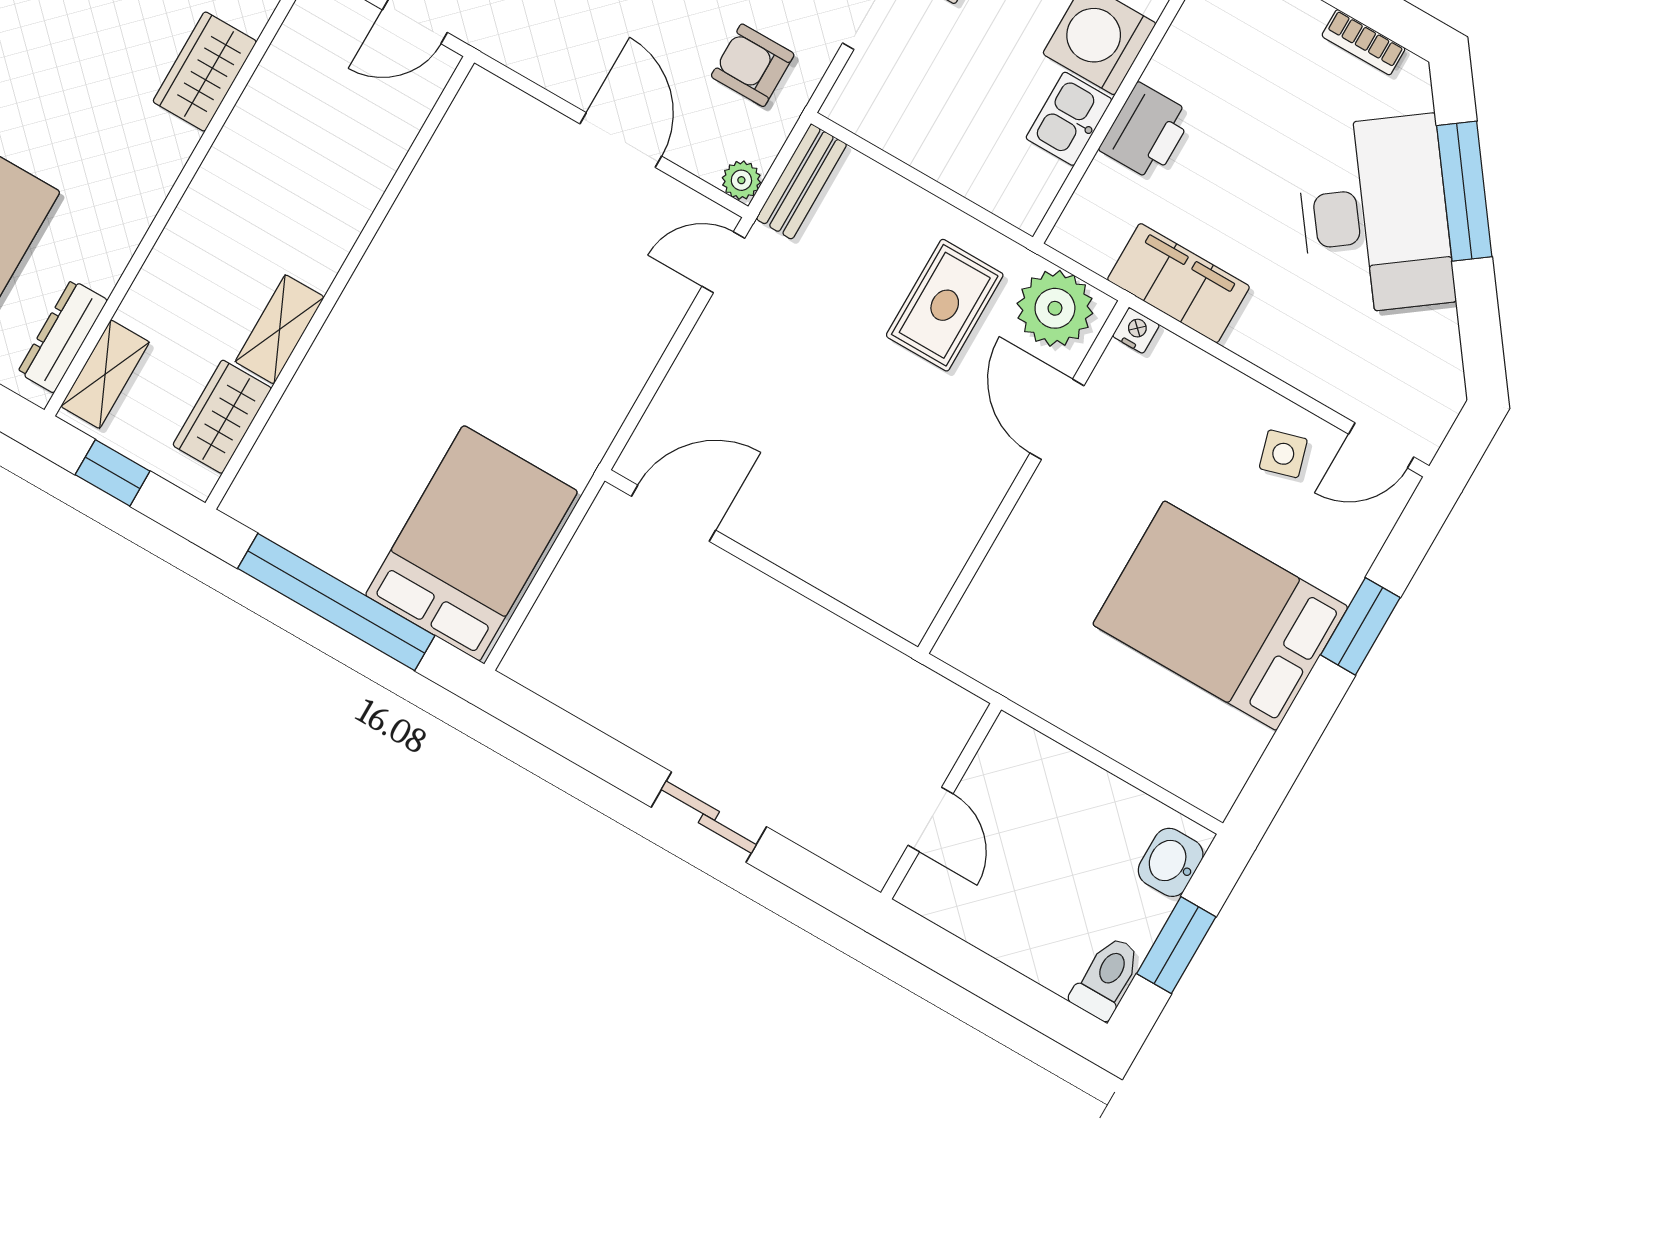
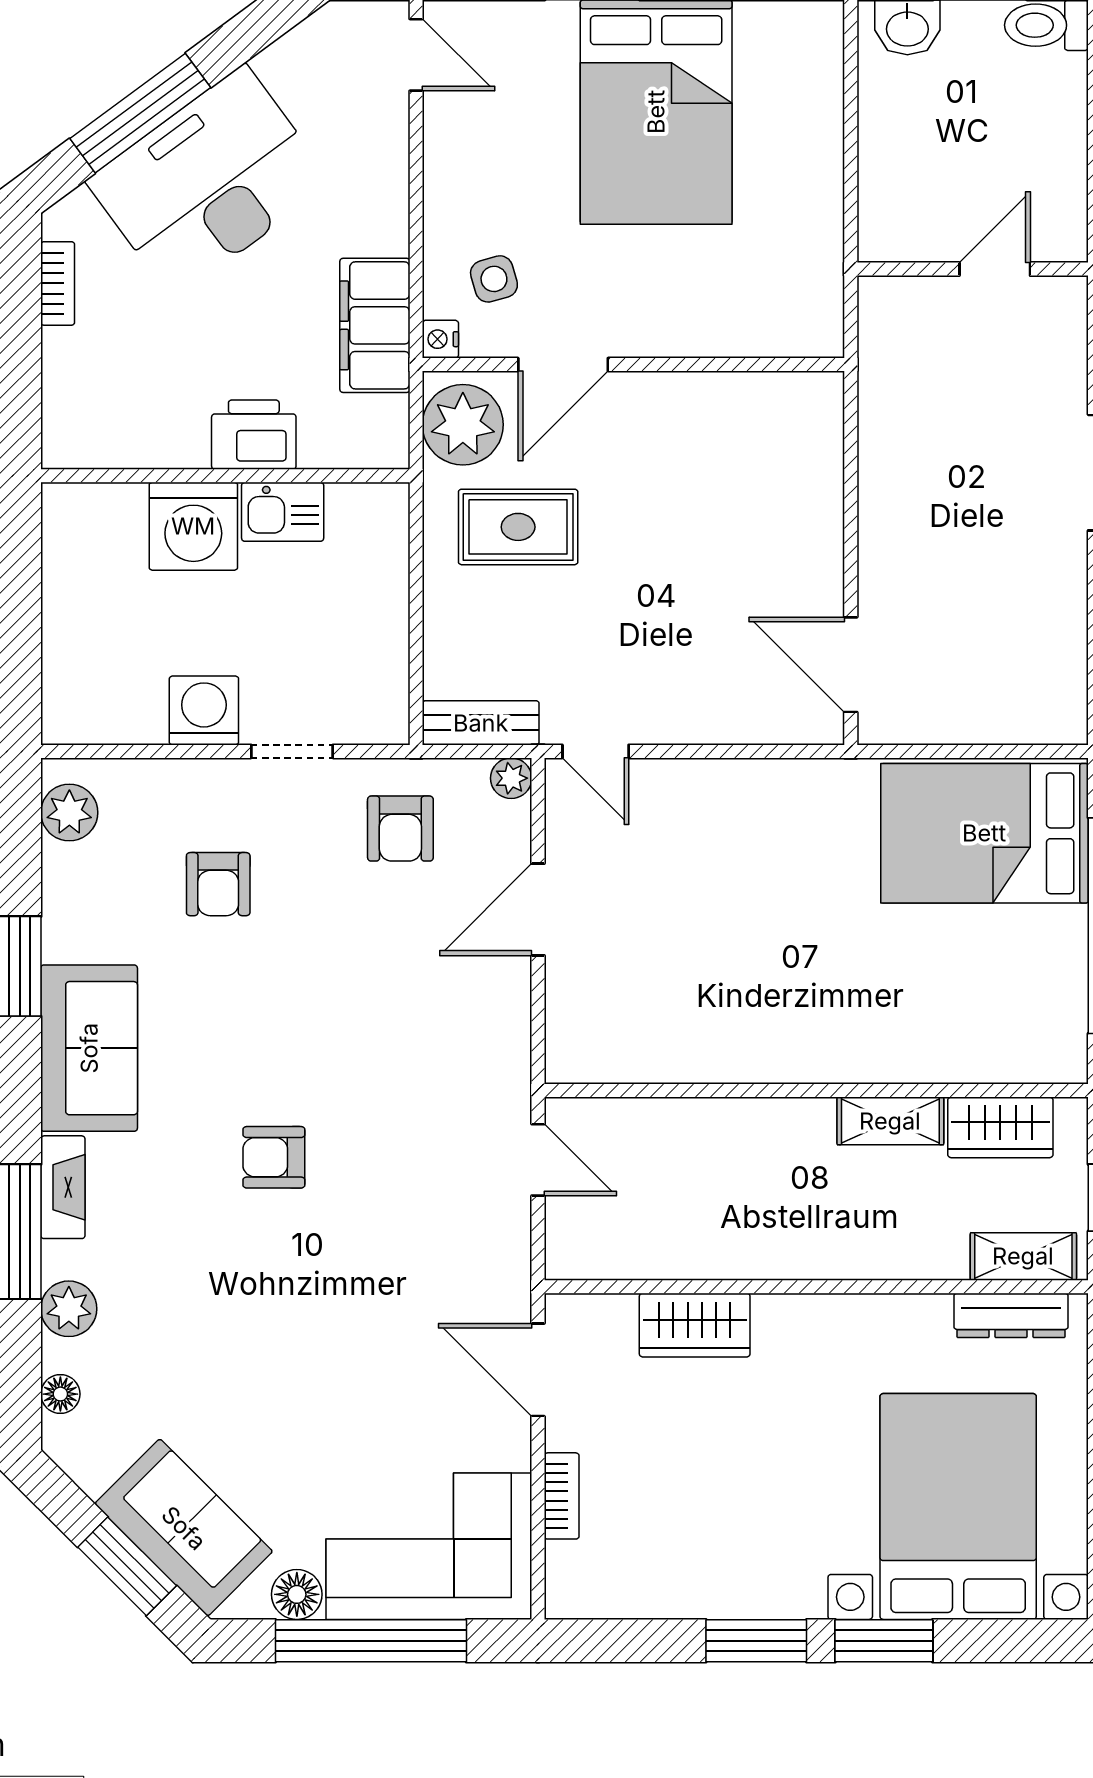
side table: (1283, 454) -> (494, 279), moved

